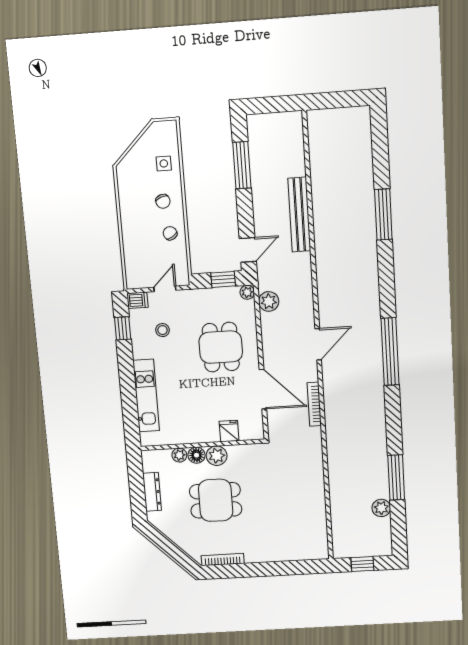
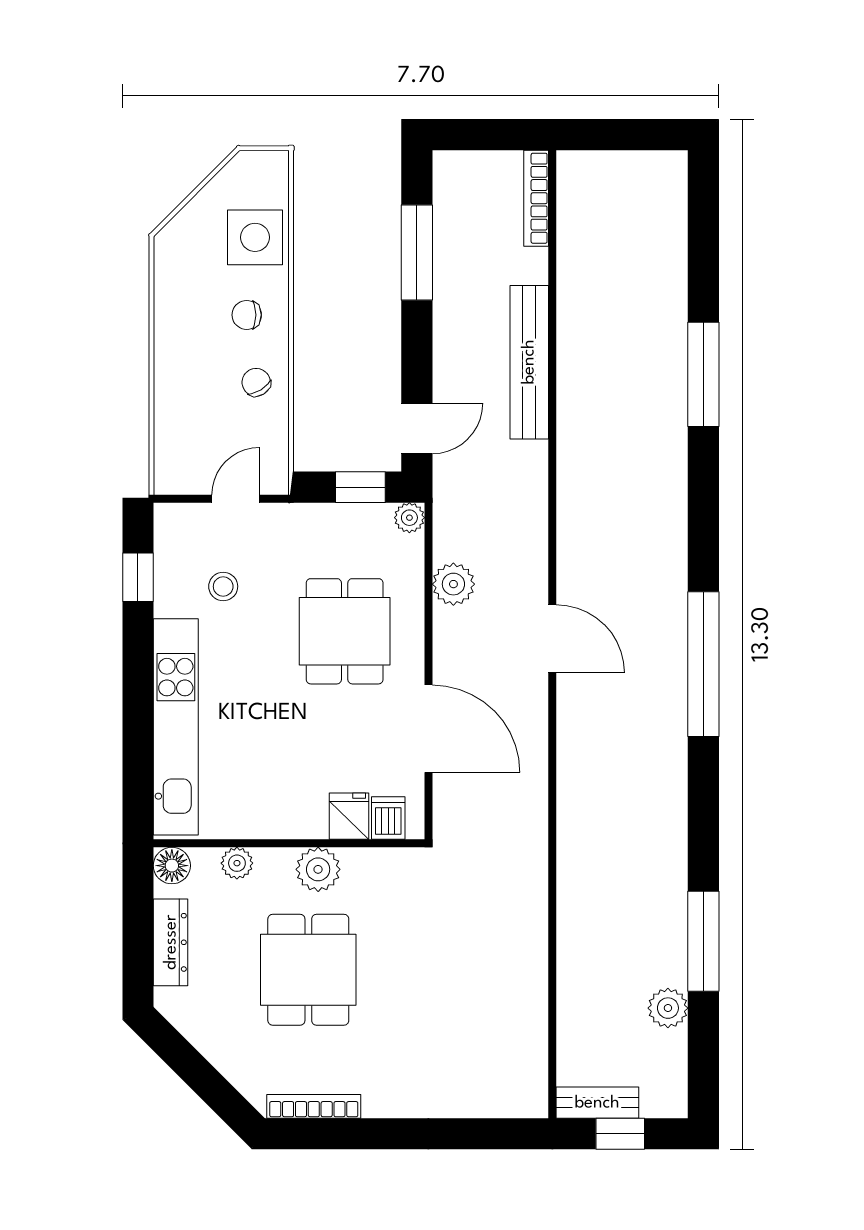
side table: (164, 163) -> (255, 237), width x1.87, depth x1.87
chair: (163, 201) -> (247, 315), turned 109
dishwasher: (137, 300) -> (388, 818), moved, turned -90
plant: (269, 301) -> (453, 584), moved
door: (318, 344) -> (552, 639), hinge flipped
kitchen unit: (146, 396) -> (176, 727), width x1.36
bookcase: (314, 404) -> (536, 198), moved
floor lamp: (197, 455) -> (172, 866), moved
dining table: (216, 500) -> (308, 970), turned 90
bench: (351, 551) -> (597, 1103), added

